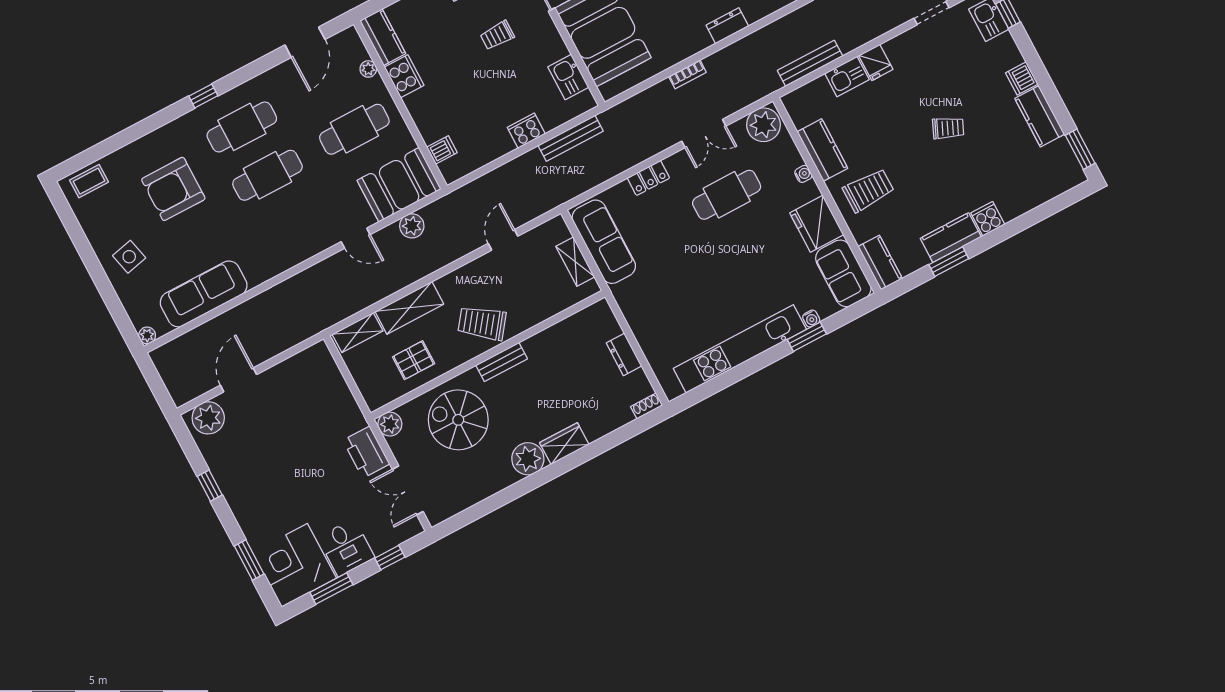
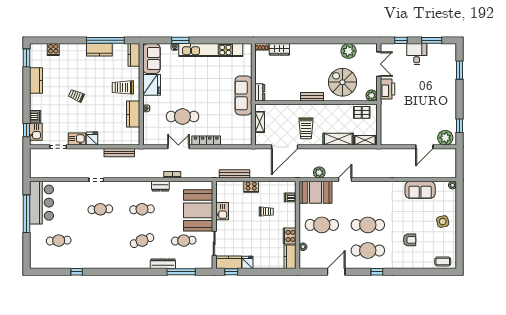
dresser: (727, 26) -> (160, 186), moved
trolley: (497, 35) -> (266, 212), moved
door: (305, 42) -> (336, 272), moved
kitchen sink: (568, 77) -> (222, 211), moved
kitchen sink: (847, 77) -> (77, 139), moved
dishwasher: (1022, 78) -> (35, 116), moved
plant: (763, 125) -> (152, 137), removed
locker: (648, 178) -> (206, 141), width x1.53
armchair: (173, 189) -> (410, 240), width x0.53, depth x0.53
cooker: (988, 219) -> (53, 50), moved
door: (356, 238) -> (345, 180), hinge flipped
door: (503, 240) -> (285, 147), width x1.87
sofa: (604, 242) -> (243, 95), moved
window: (949, 262) -> (105, 40), width x2.11
sofa: (204, 294) -> (420, 190), width x0.73
trolley: (482, 323) -> (306, 128), moved, turned 53
dresser: (624, 354) -> (260, 92), moved
pallet: (414, 360) -> (362, 112), moved
spiral stairs: (458, 420) -> (342, 82), turned 180
wardrobe: (564, 444) -> (279, 49), moved
plant: (528, 459) -> (349, 51), moved
window: (210, 486) -> (459, 126), moved
corner desk: (295, 565) -> (442, 58), removed

